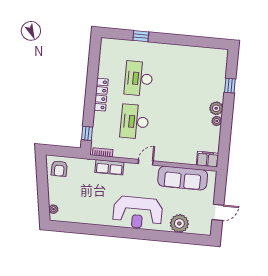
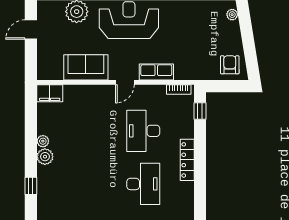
desk: (135, 122) -> (143, 131), turned 180
row of seats: (109, 167) -> (156, 72), moved
sofa: (183, 178) -> (86, 67), width x0.73

